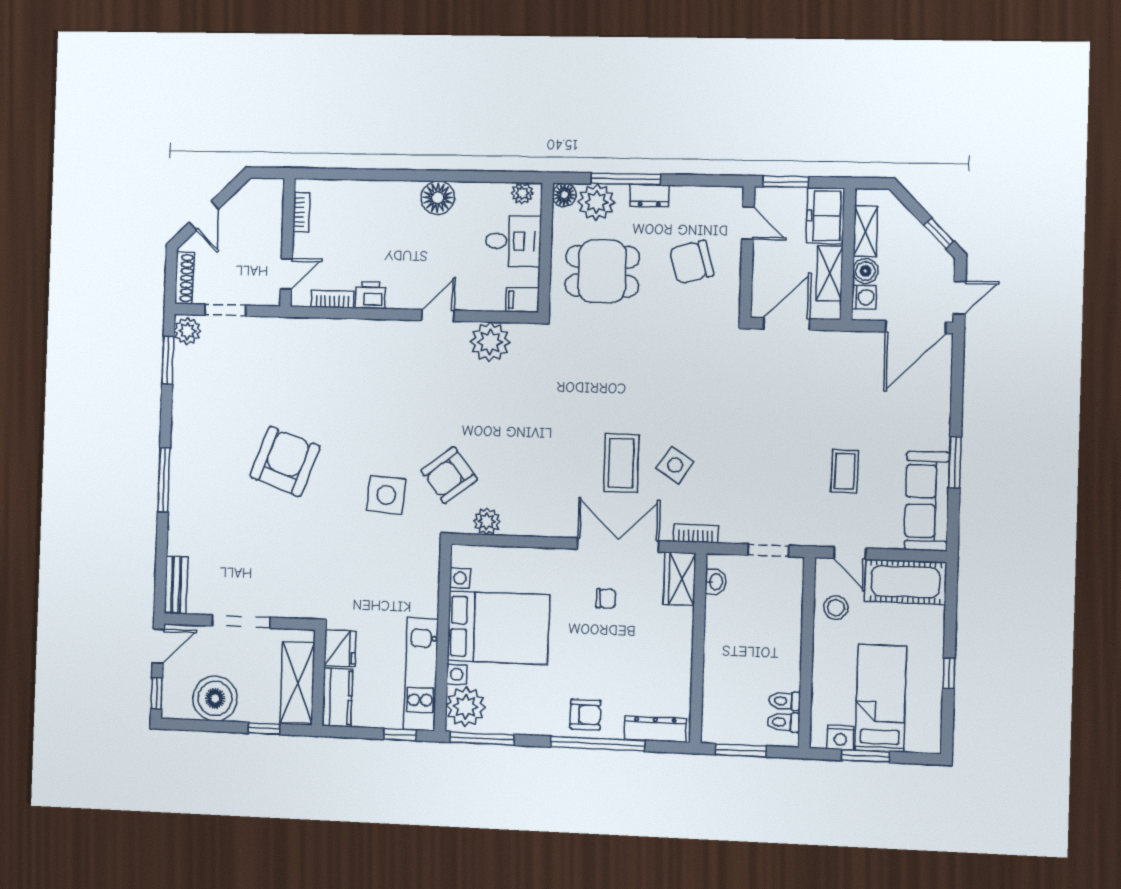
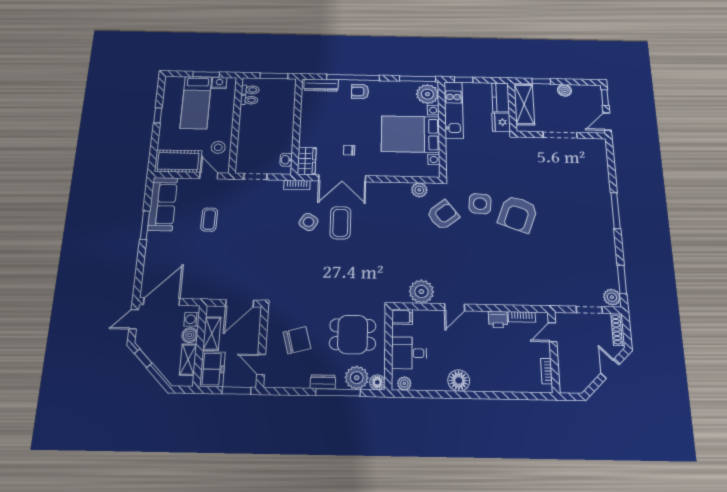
armchair: (285, 461) -> (518, 214), moved
bench: (176, 585) -> (601, 154), removed
boiler: (215, 698) -> (564, 90), width x0.54, depth x0.54

